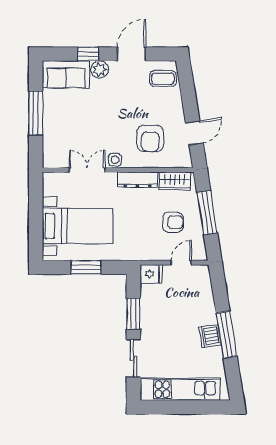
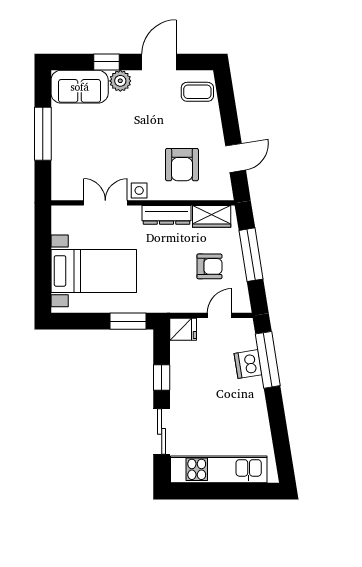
window: (86, 267) -> (128, 321), moved
window: (133, 314) -> (162, 378), width x0.67
window: (227, 334) -> (268, 360), moved
dishwasher: (210, 336) -> (248, 364), moved

